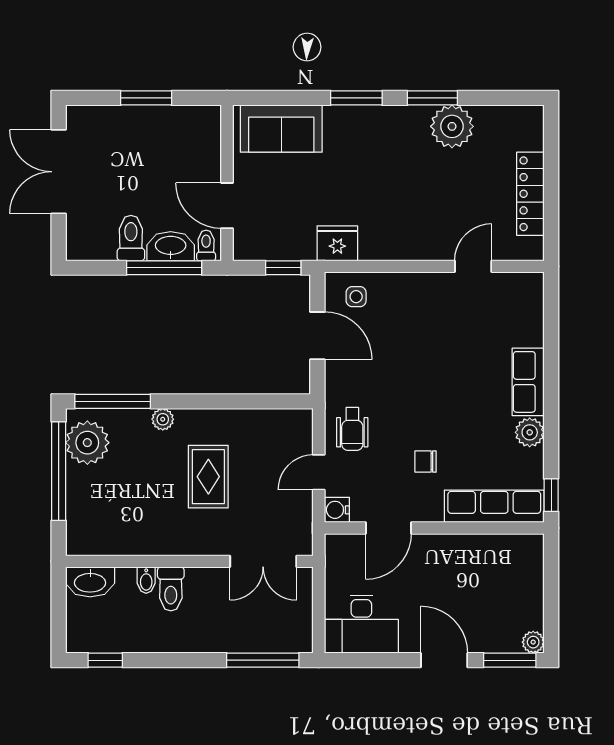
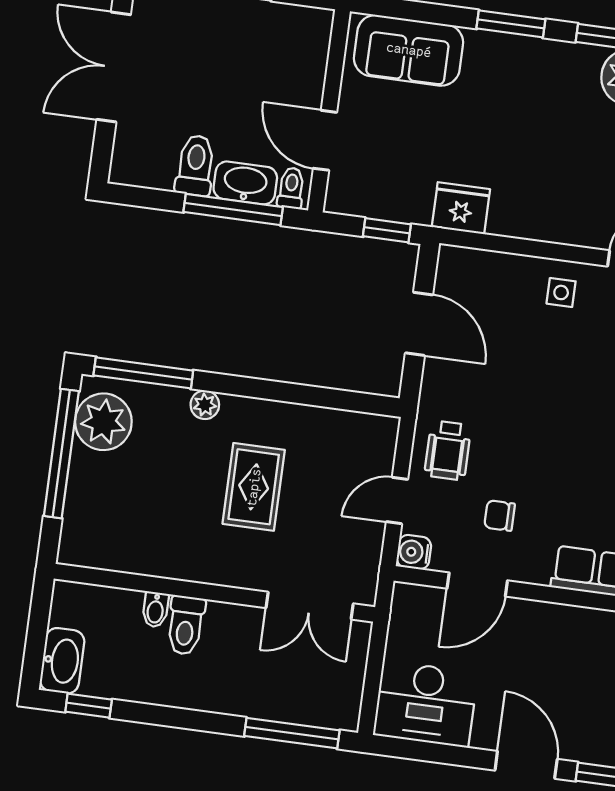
side table: (356, 297) -> (561, 292), moved
chair: (426, 462) -> (500, 516), moved
washbasin: (90, 582) -> (62, 661), moved, turned -90

